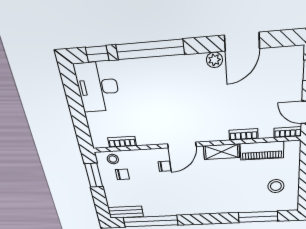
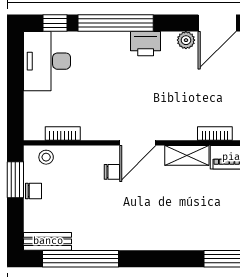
printer: (179, 66) -> (146, 44), added
chair: (122, 174) -> (34, 191), moved

